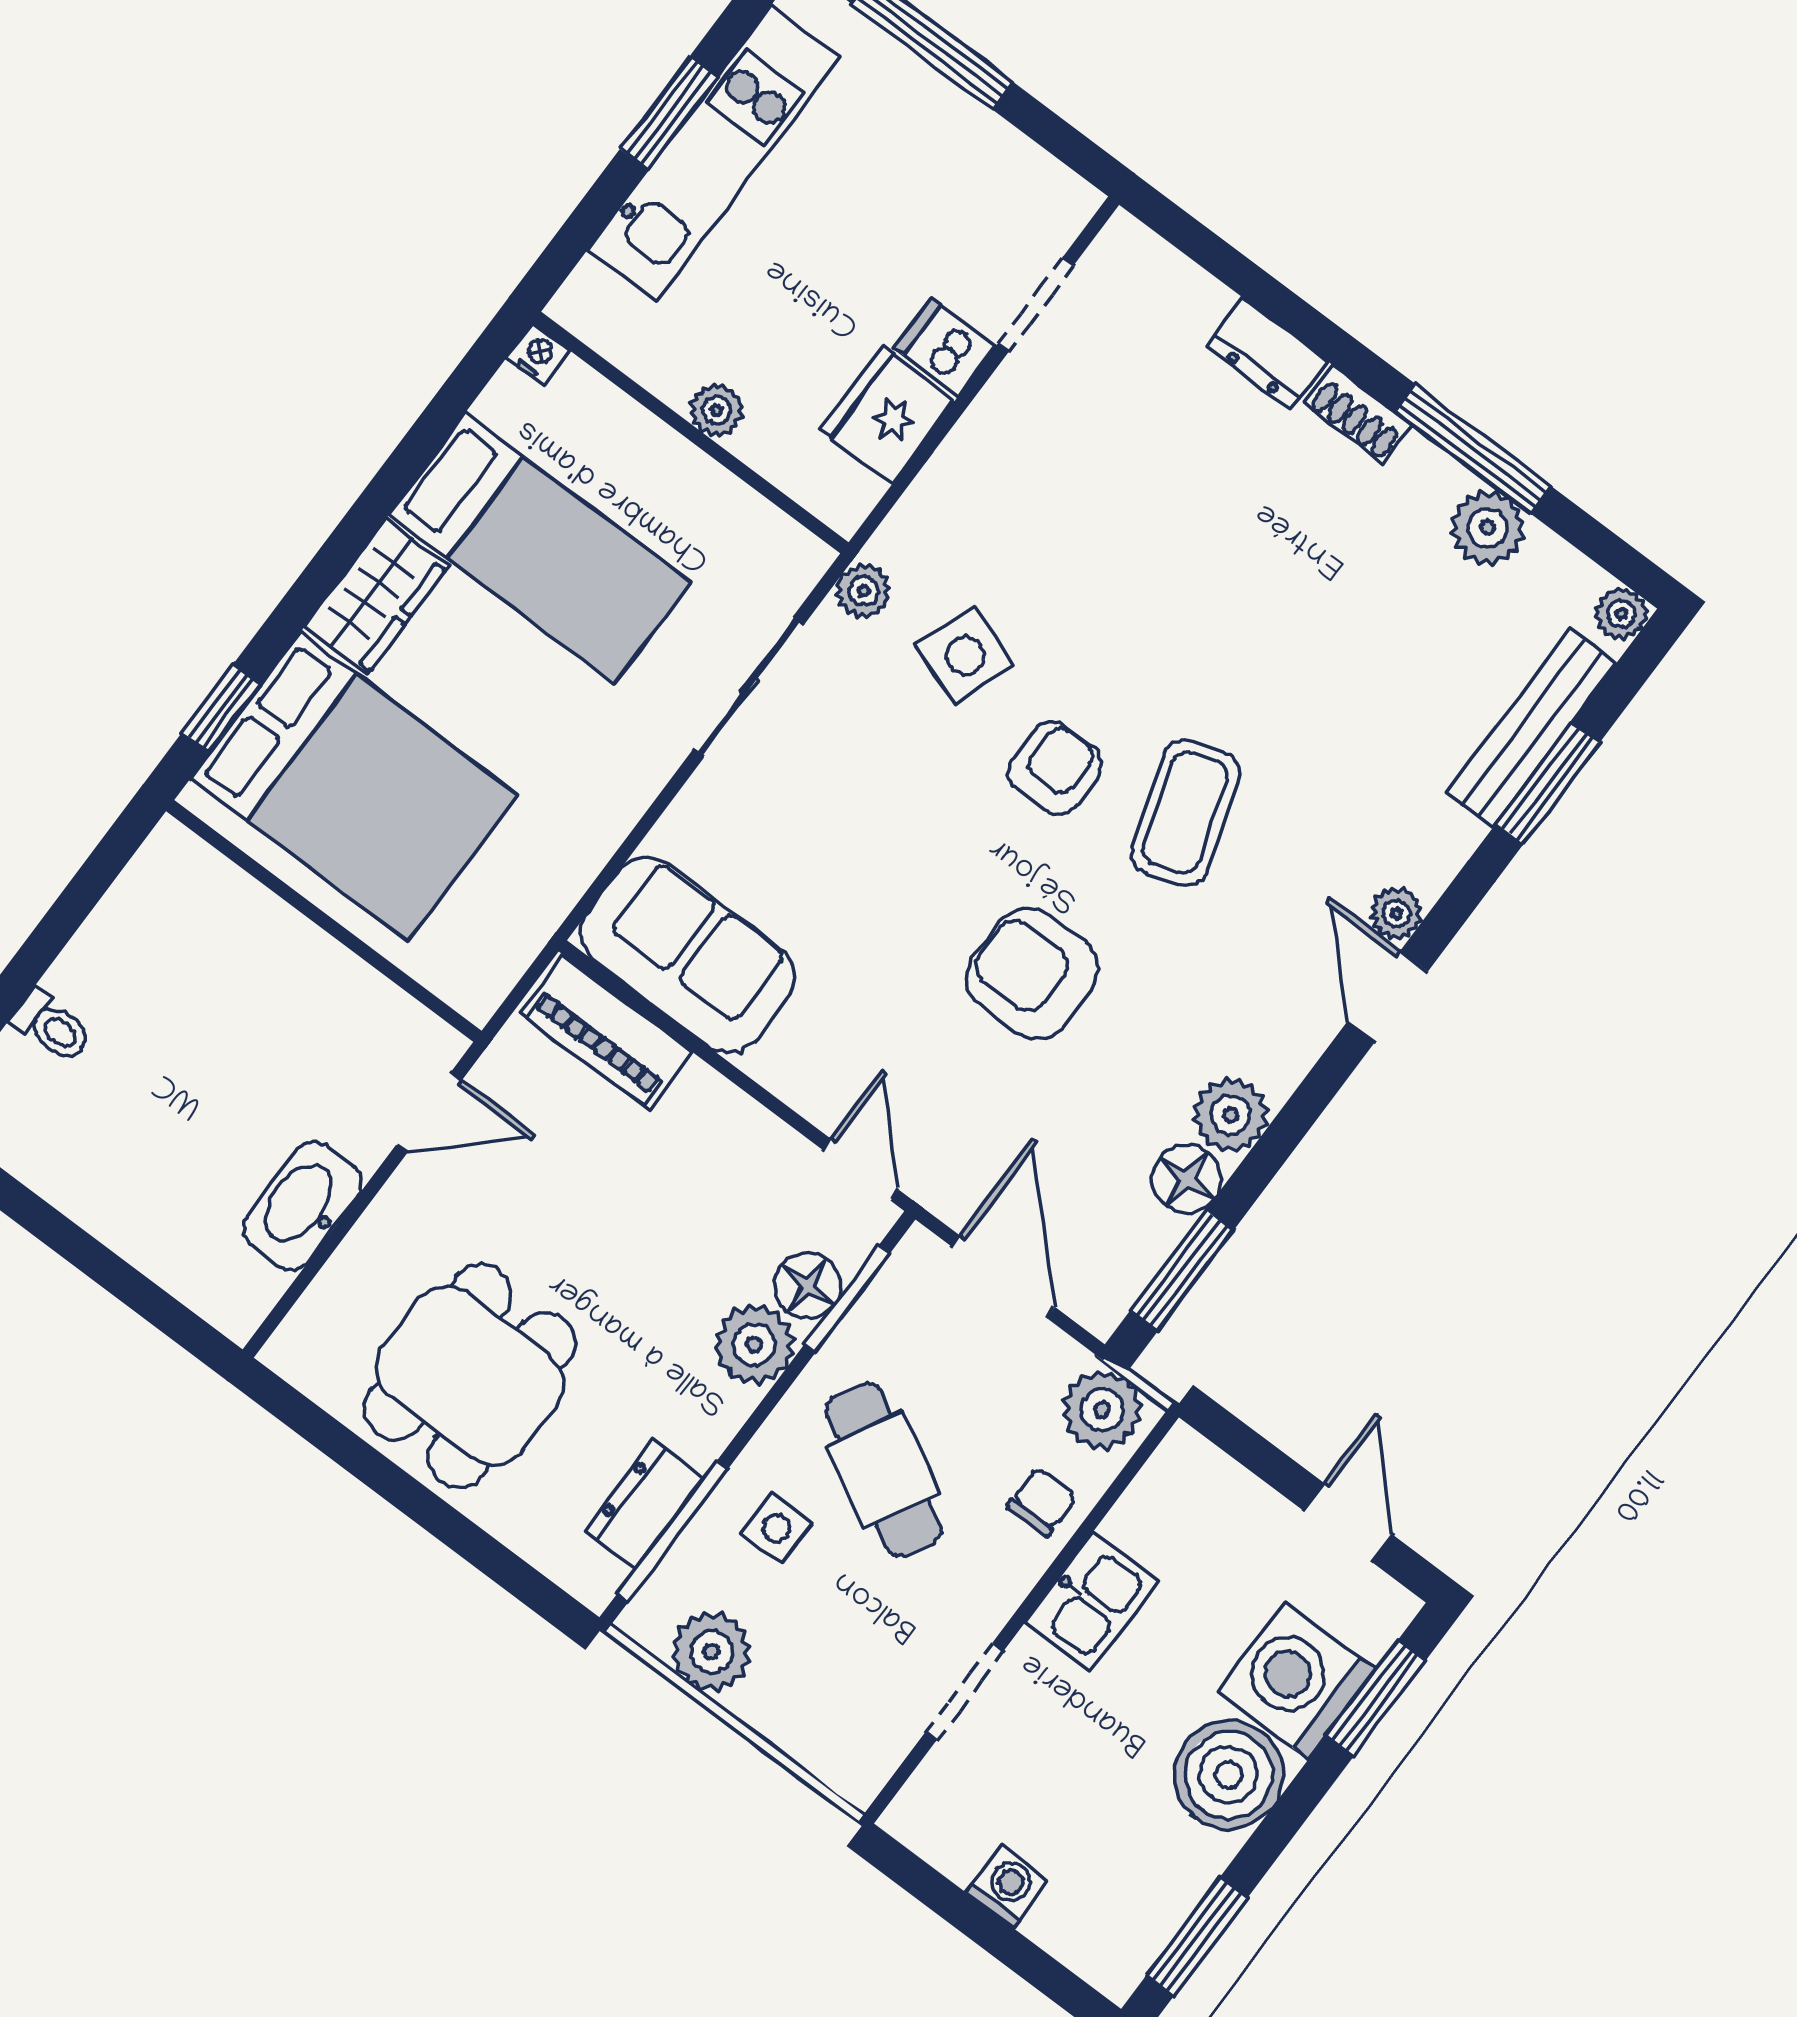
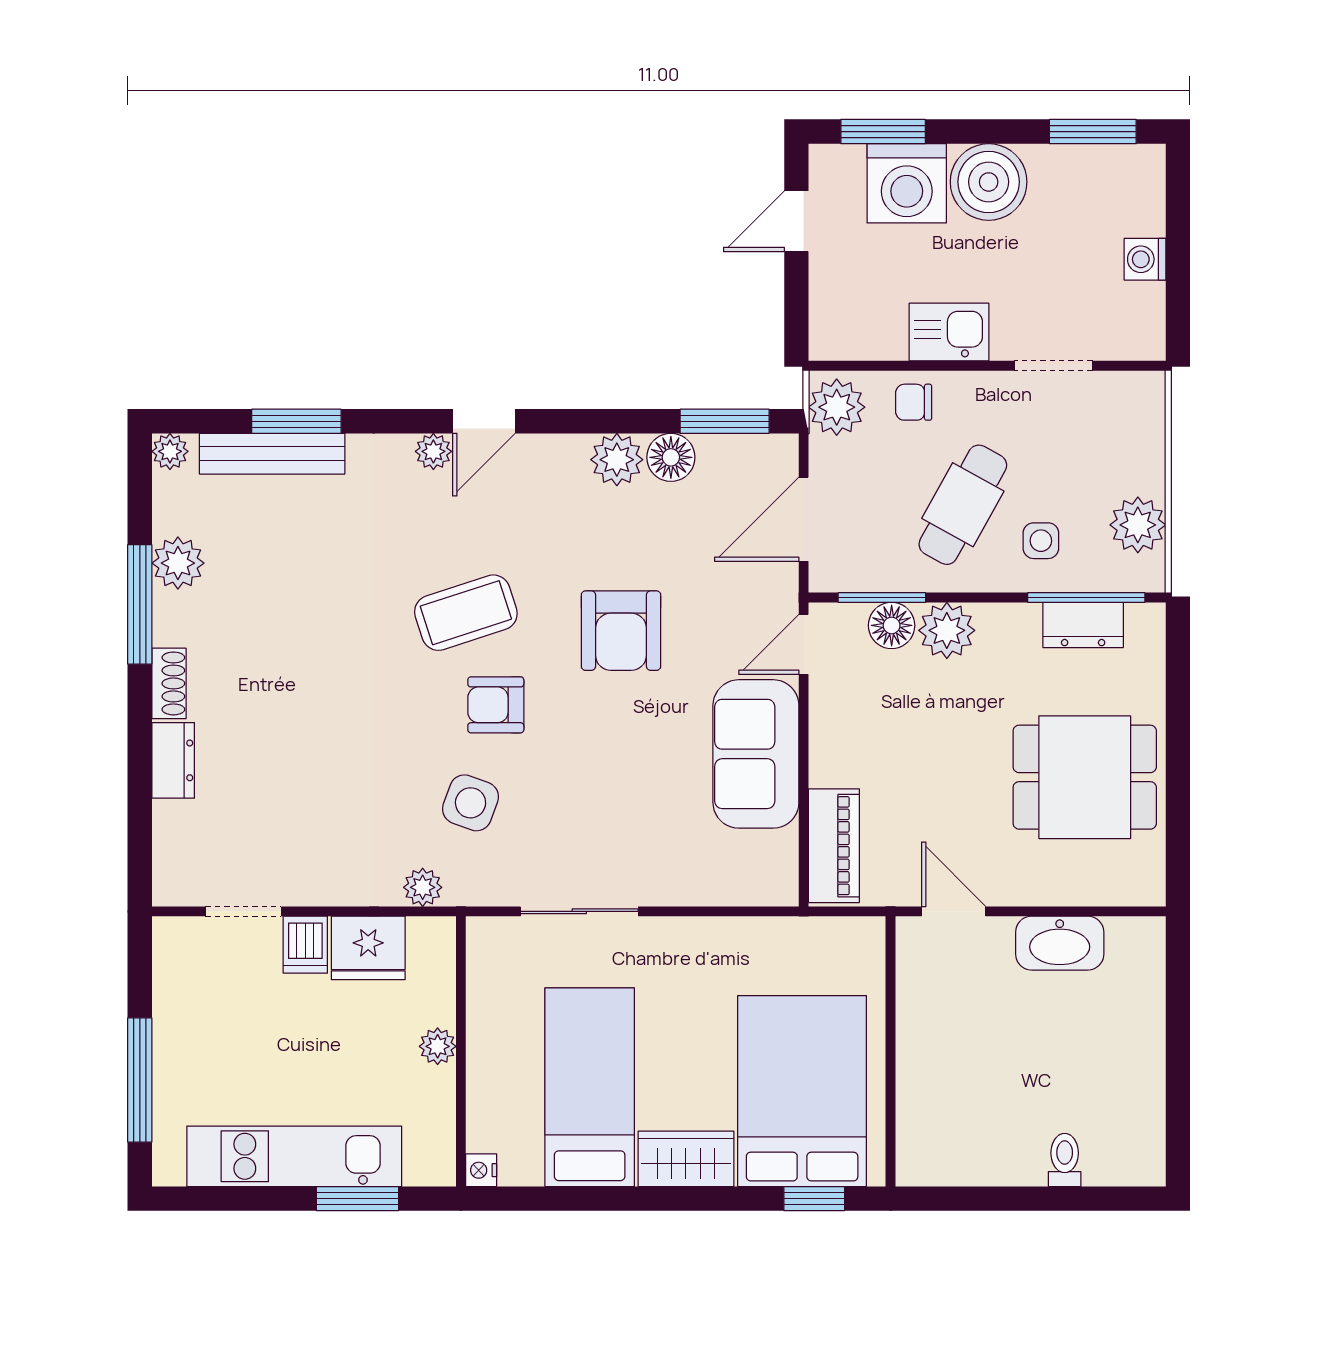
window: (669, 113) -> (357, 1199), moved
plant: (863, 591) -> (423, 887), moved
sofa: (688, 955) -> (756, 754), moved

